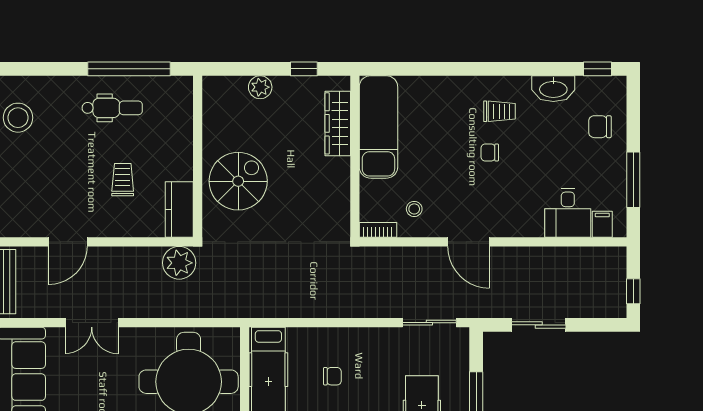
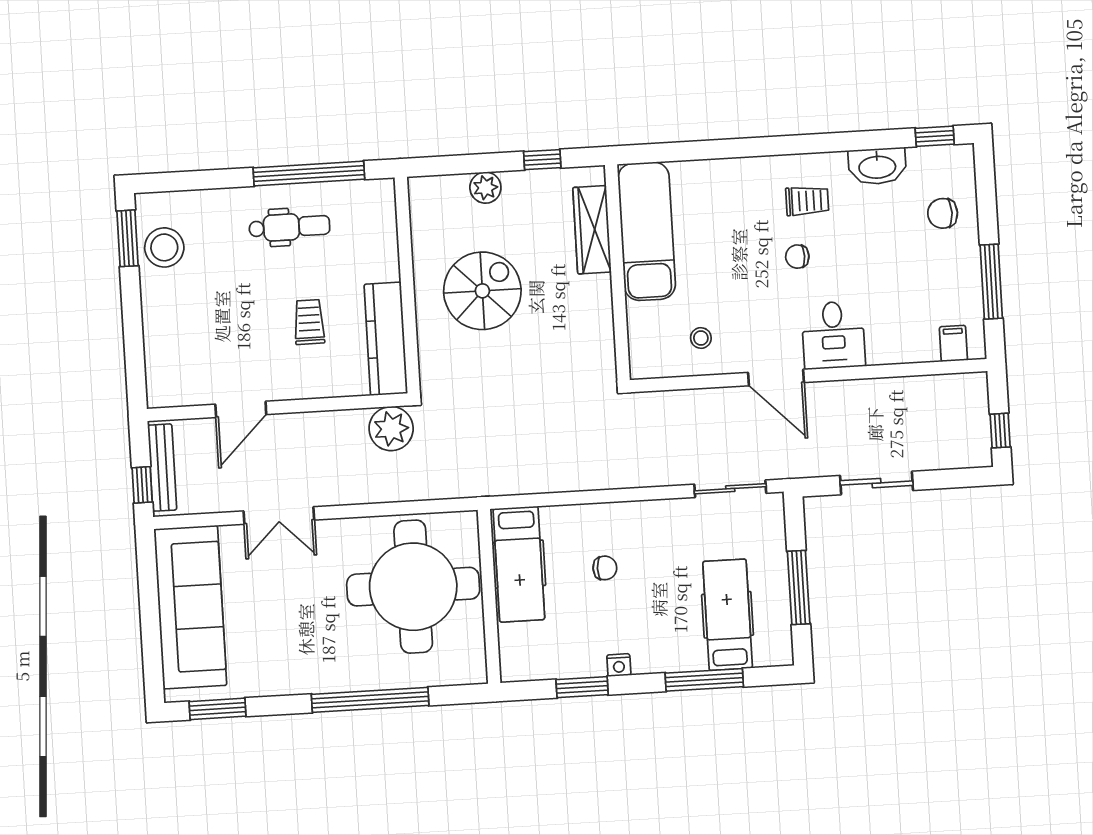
spiral stairs: (238, 181) -> (482, 291), moved
kitchen counter: (179, 210) -> (386, 339), width x1.50
desk: (568, 213) -> (833, 335), moved
bookcase: (378, 230) -> (654, 369), removed

